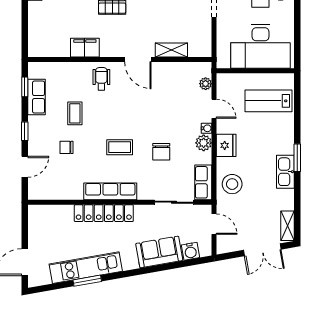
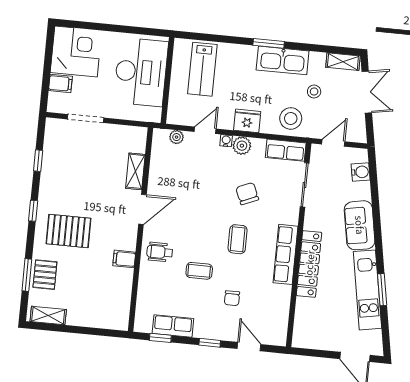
filing cabinet: (85, 48) -> (124, 259), width x0.50
coffee table: (75, 113) -> (199, 271), moved
chair: (161, 152) -> (247, 194), turned -113
kitchen sink: (285, 172) -> (283, 60), width x1.36, depth x1.24
stool: (258, 203) -> (314, 92), added
sofa: (159, 252) -> (360, 225), moved

